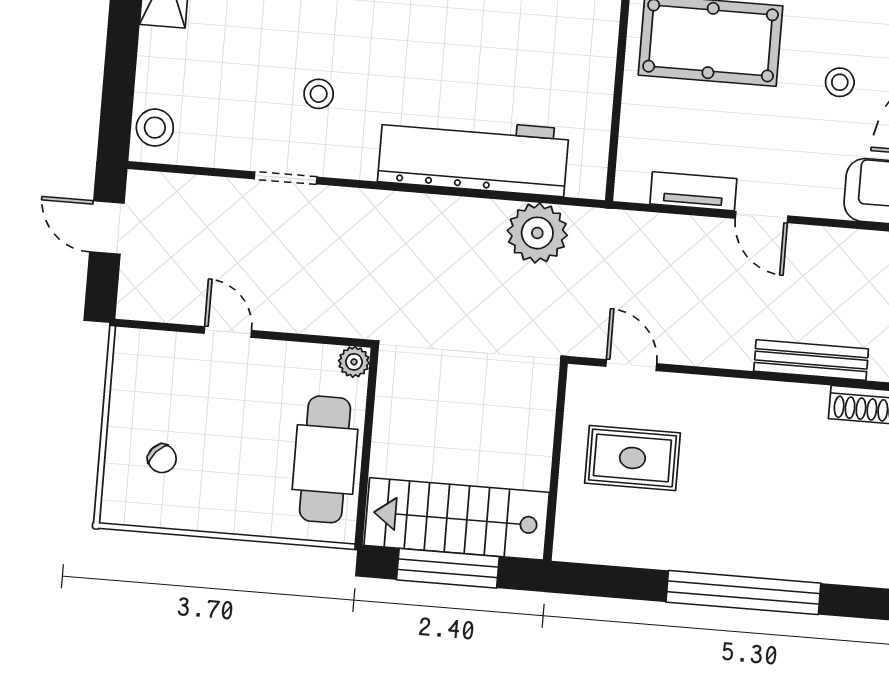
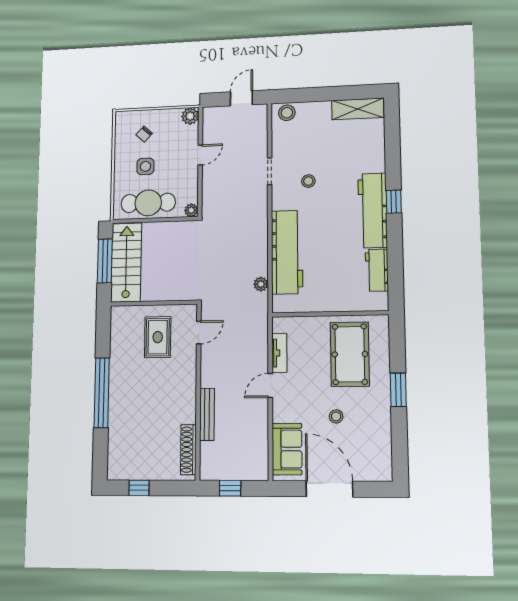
plant: (537, 233) -> (261, 284), width x0.53, depth x0.53
plant: (133, 349) -> (190, 116), added
side table: (239, 460) -> (145, 166), added

